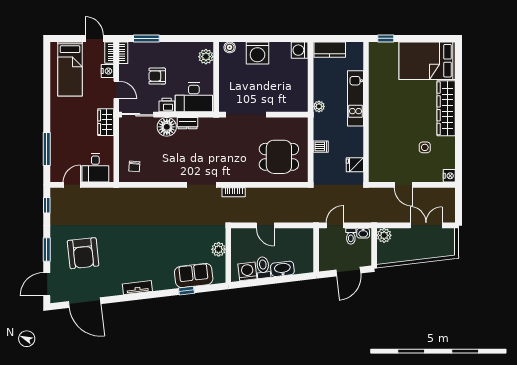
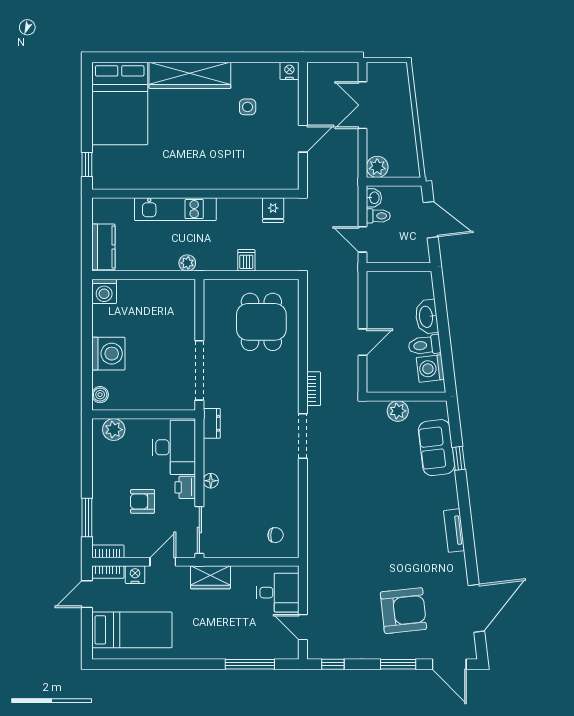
armchair: (157, 76) -> (142, 501), turned 90
dresser: (188, 123) -> (212, 423), moved
floor lamp: (167, 127) -> (211, 481), width x0.53, depth x0.53

